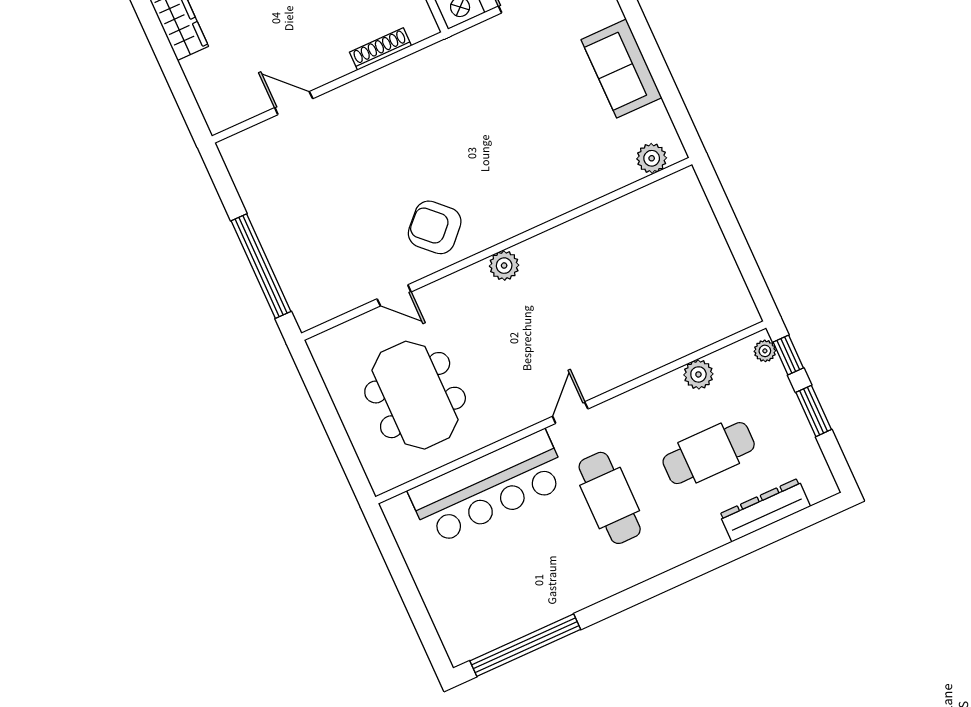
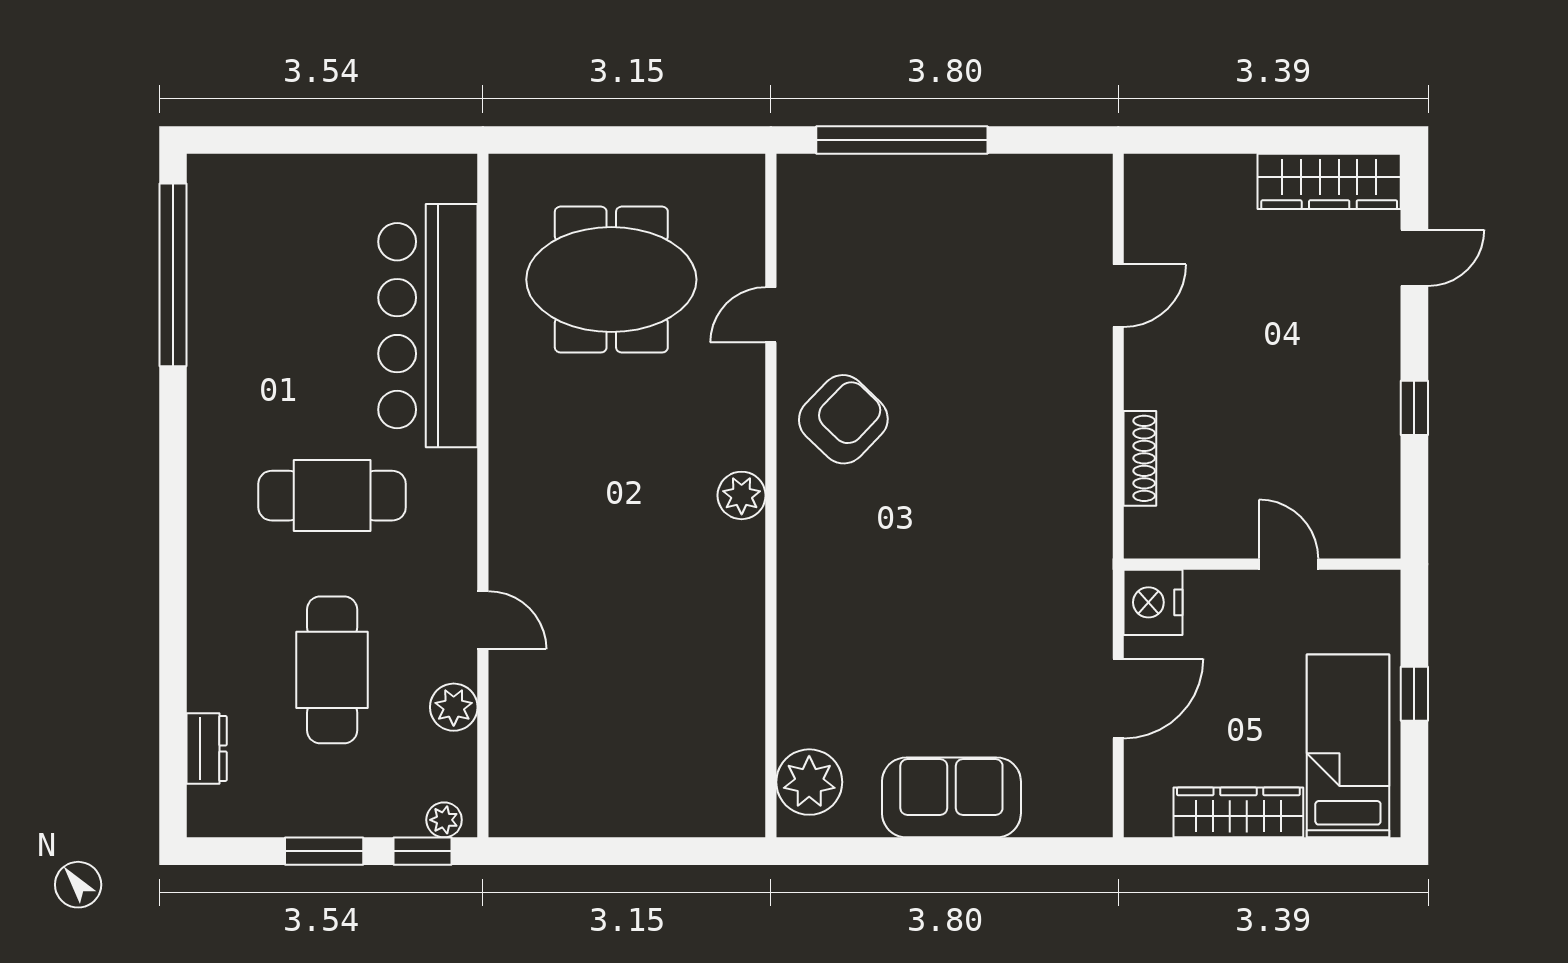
plant: (652, 158) -> (809, 782), width x1.36, depth x1.36
door: (570, 413) -> (483, 620), moved
dresser: (765, 510) -> (207, 748), width x0.51, depth x0.80

